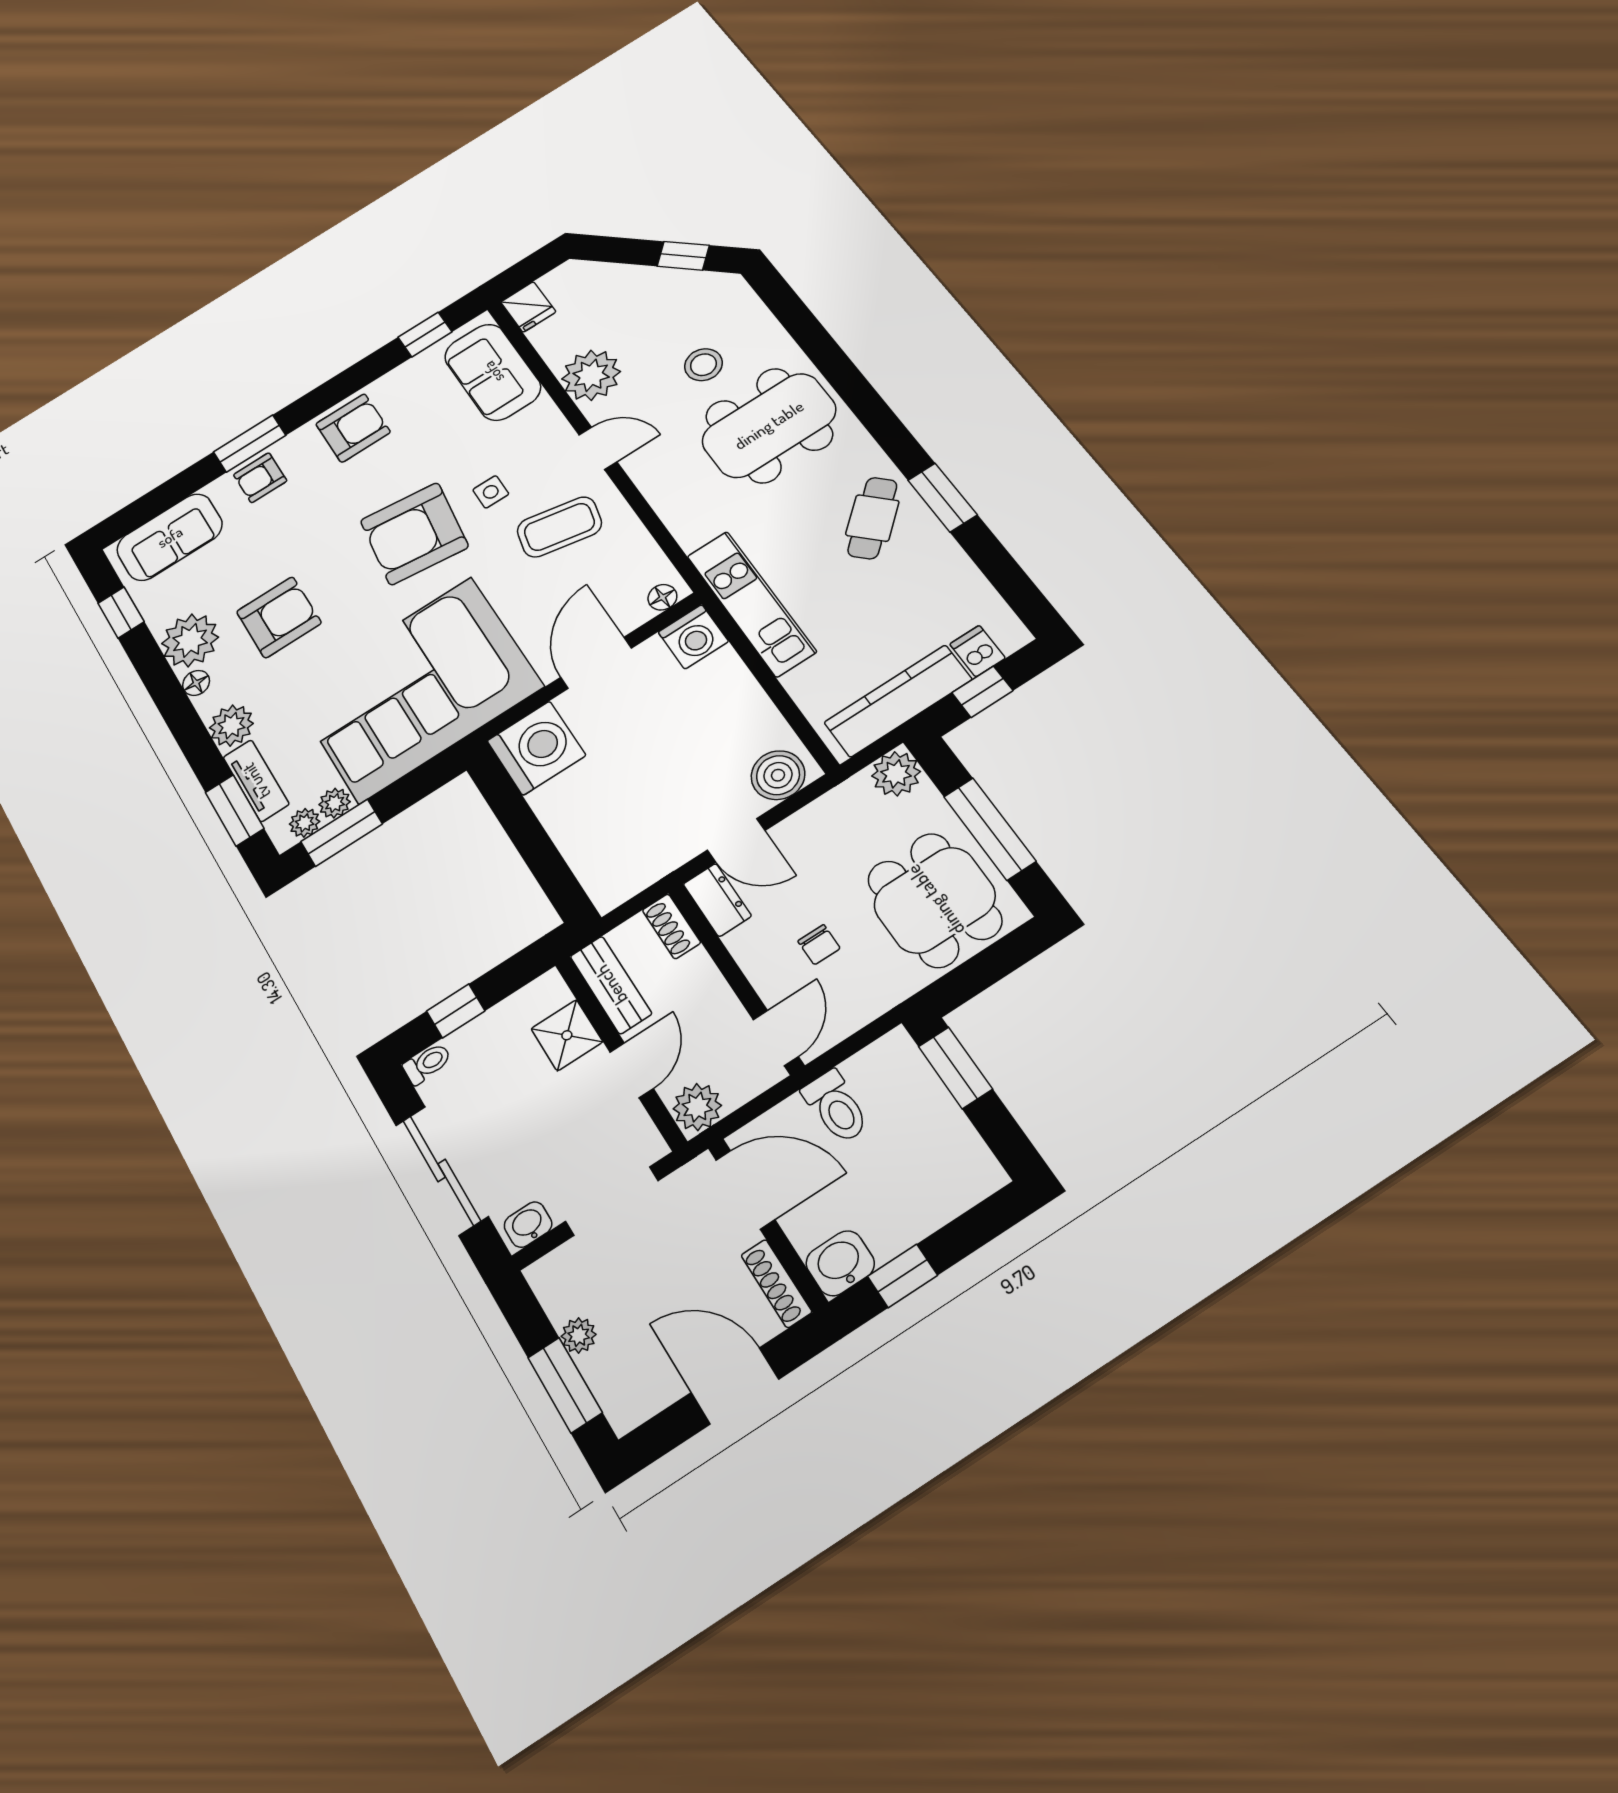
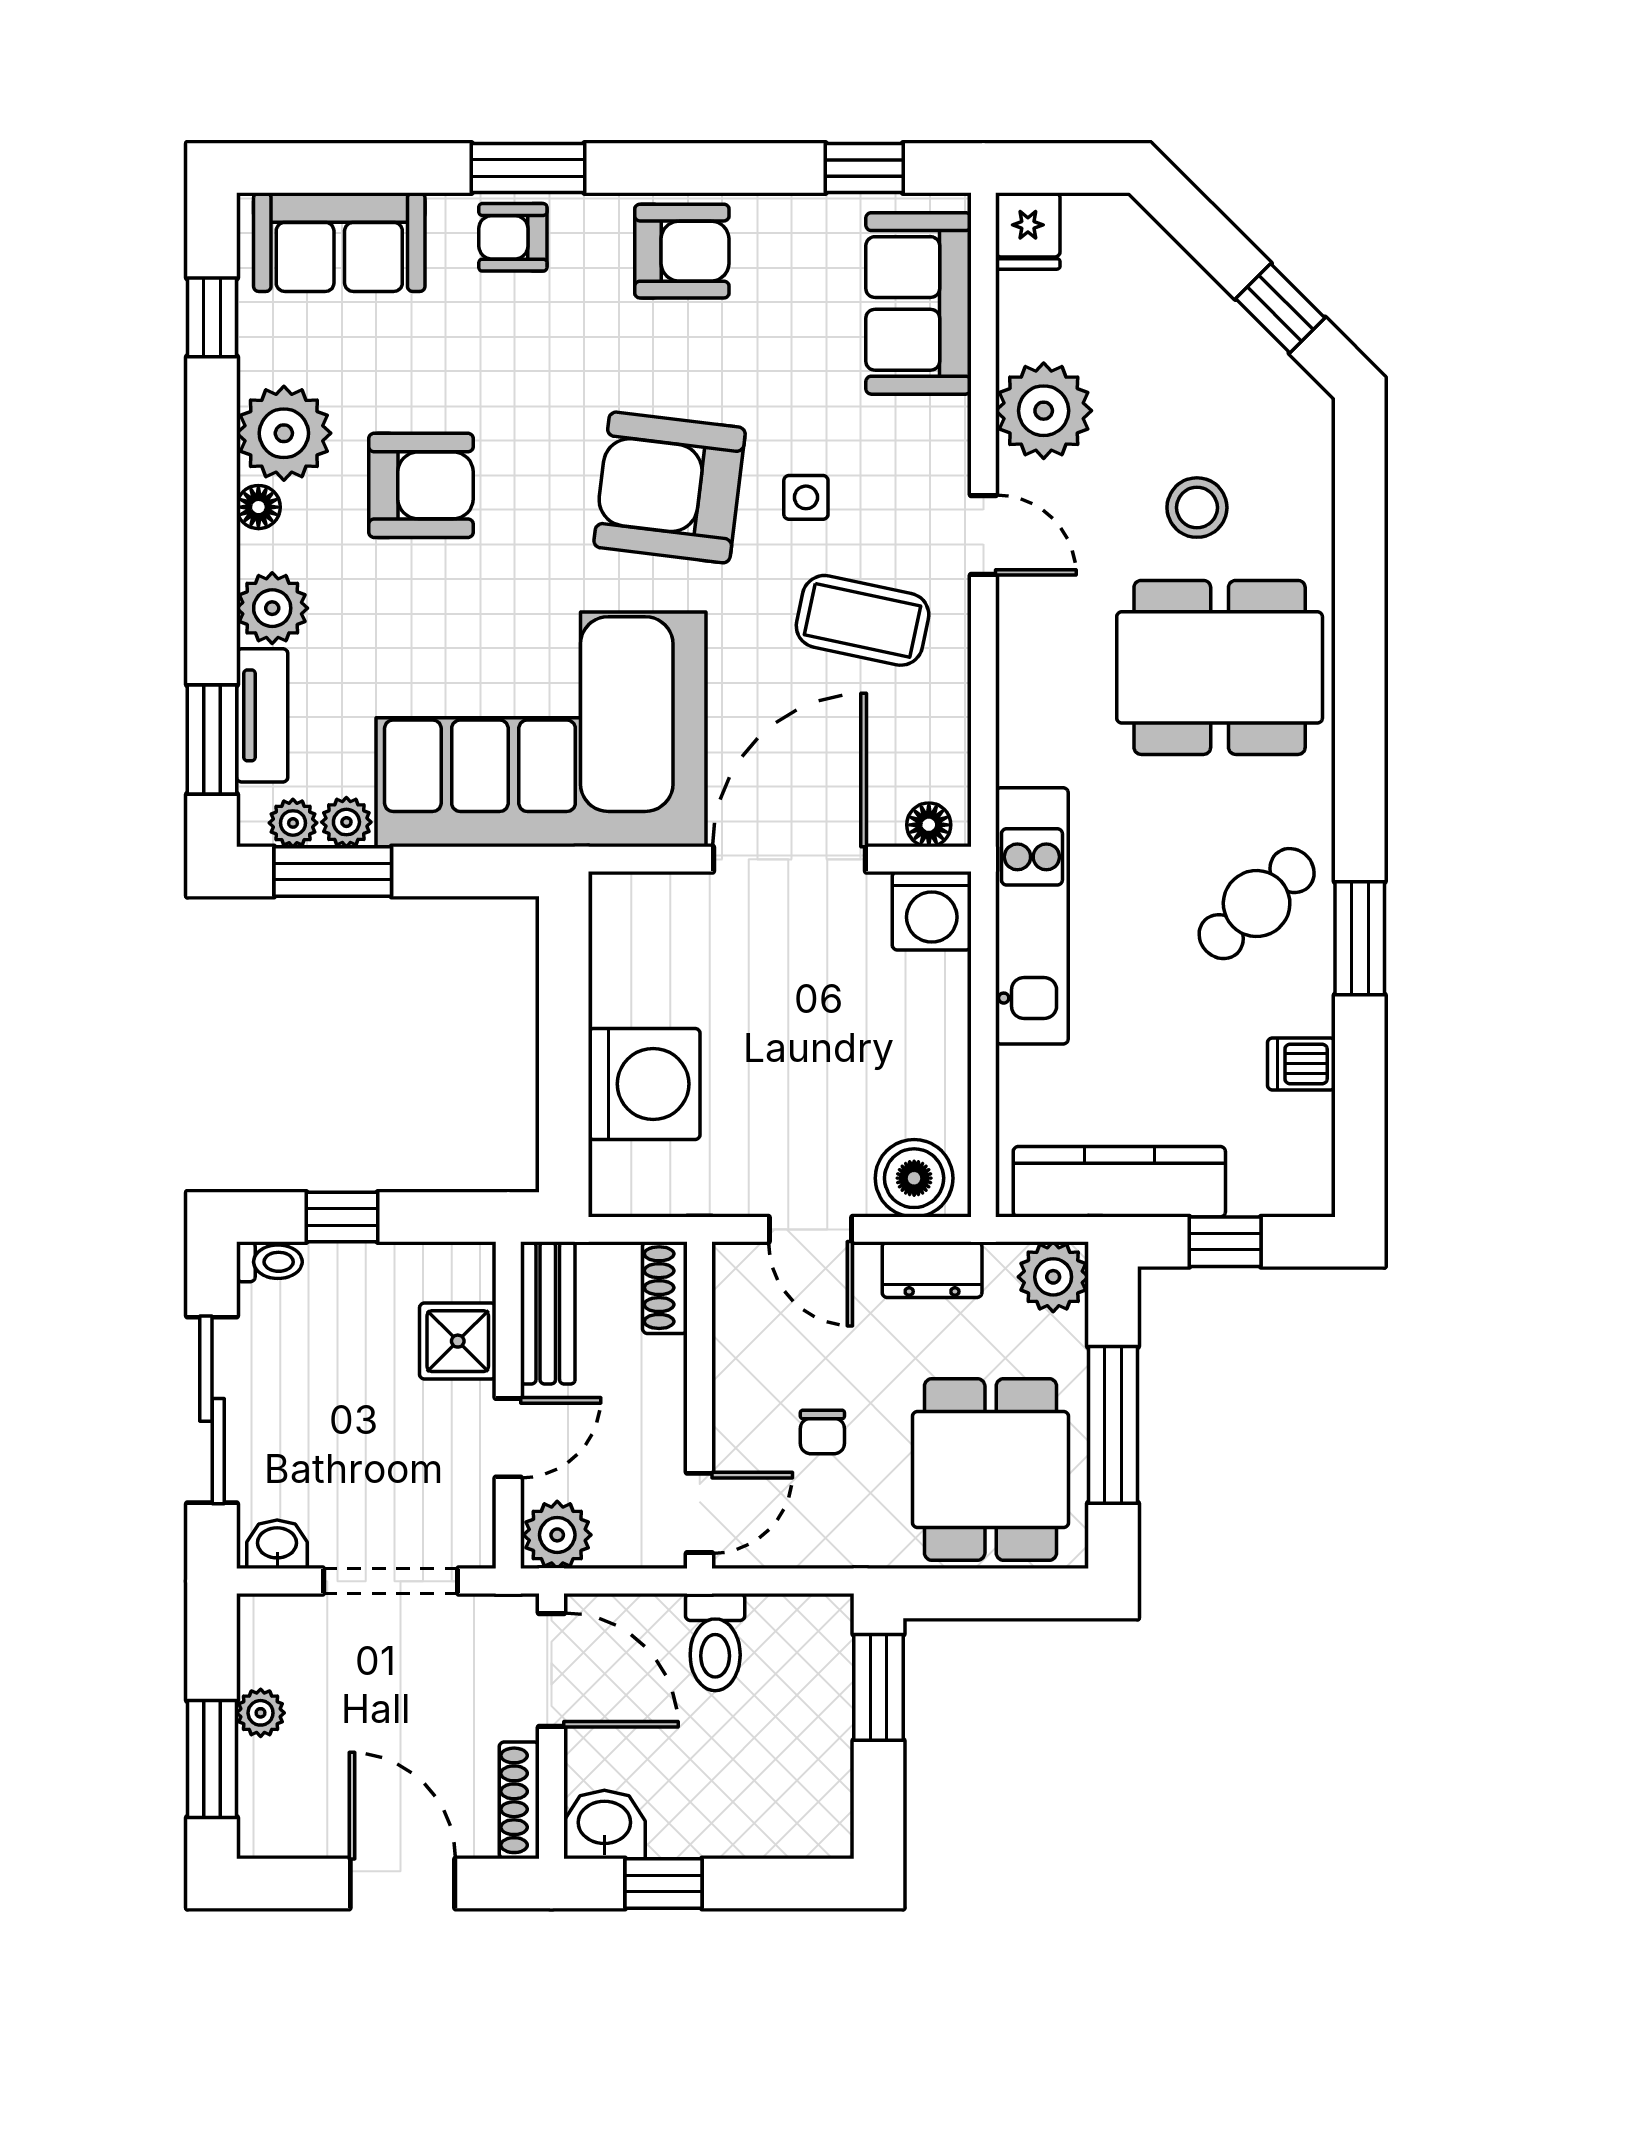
dishwasher: (977, 651) -> (1301, 1064), moved, turned -90
door: (596, 663) -> (790, 859), width x1.36
washing machine: (536, 748) -> (644, 1084), moved
dresser: (717, 900) -> (932, 1270), moved, turned 90

